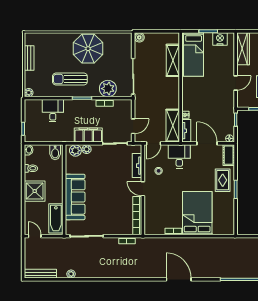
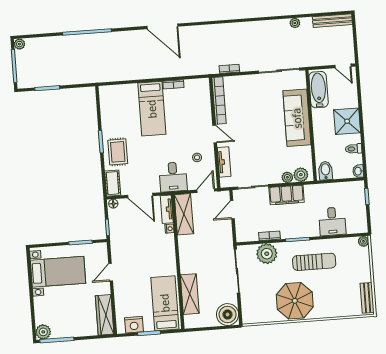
boiler: (139, 37) -> (228, 315), width x1.86, depth x1.86
bench: (29, 58) -> (367, 298), moved
bed: (197, 213) -> (152, 109), width x0.67

